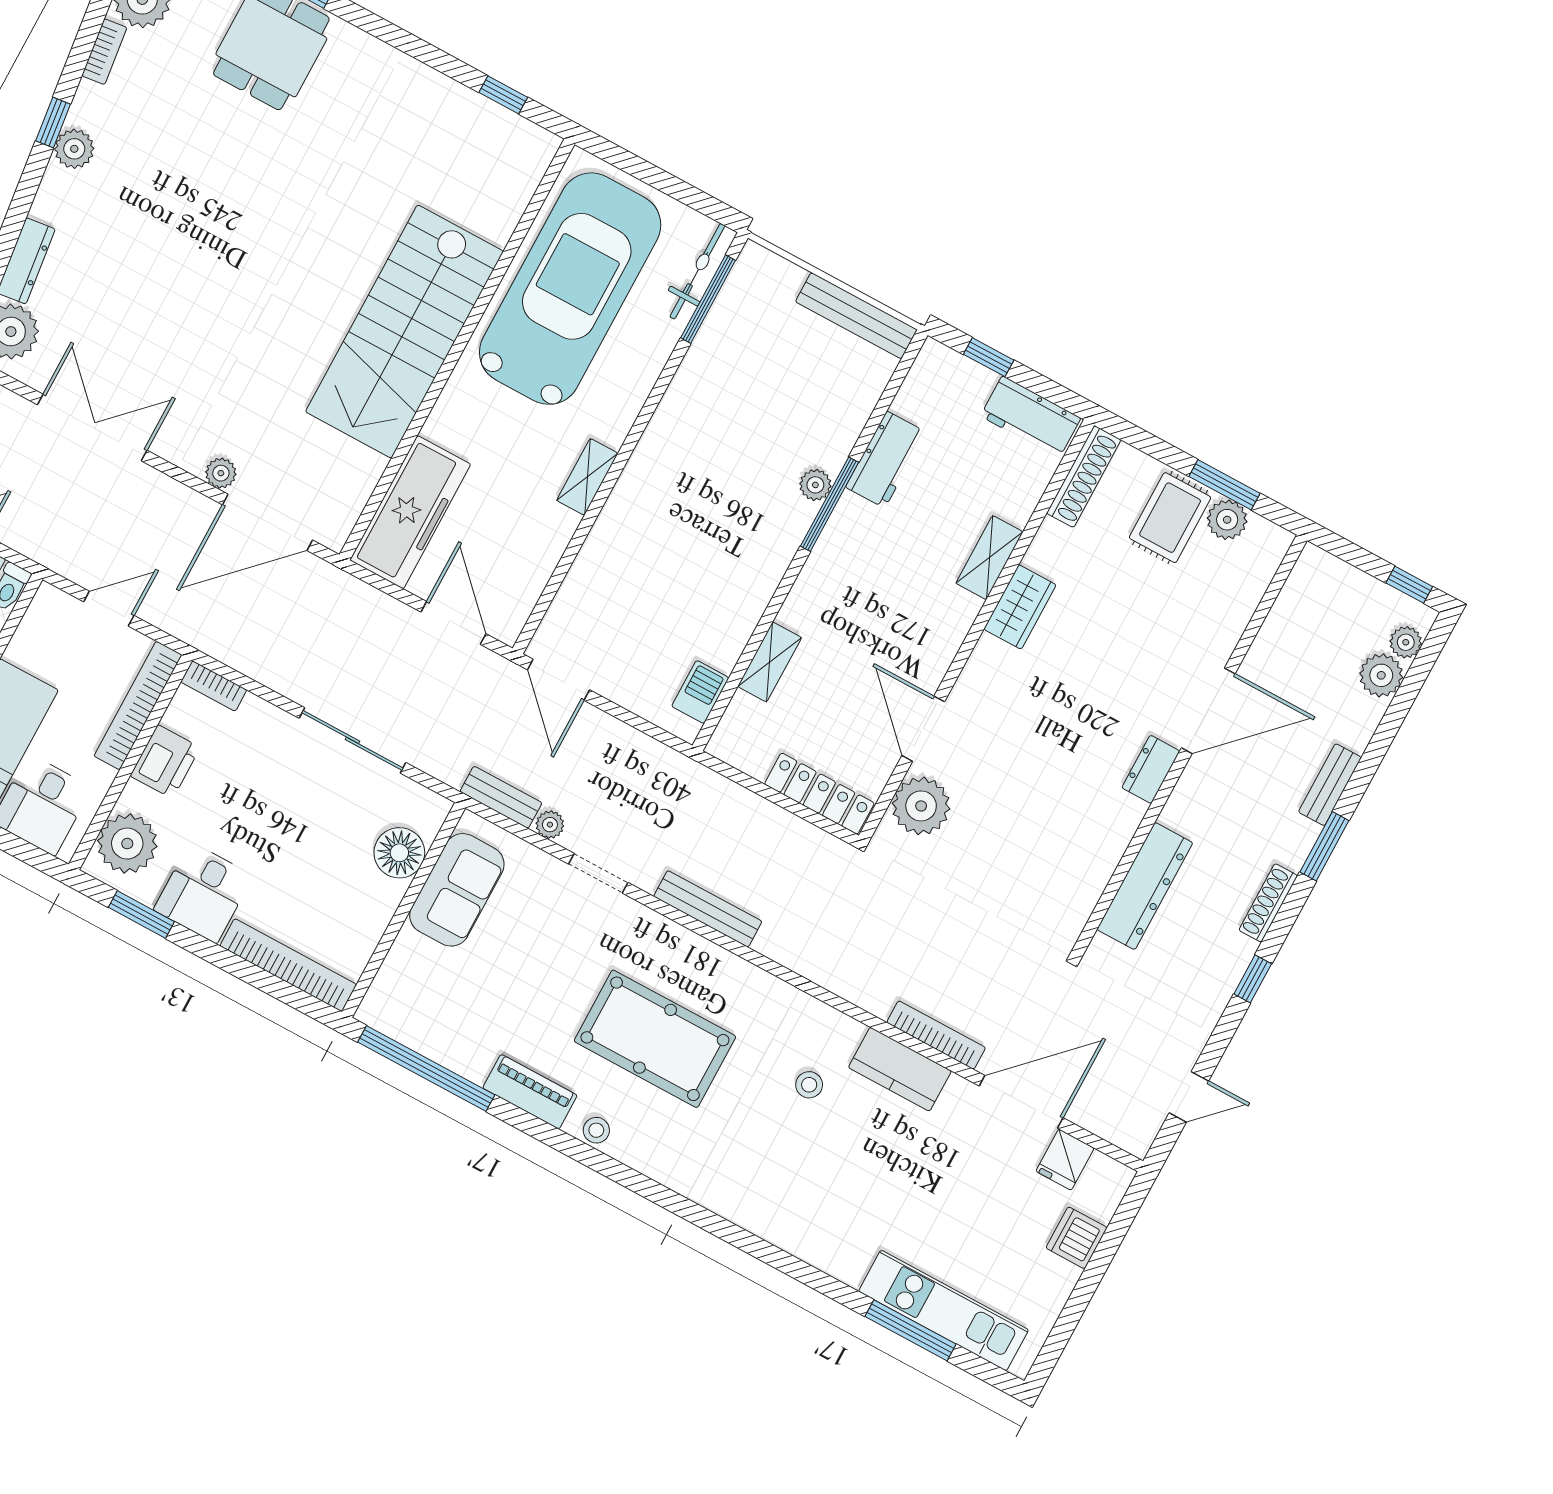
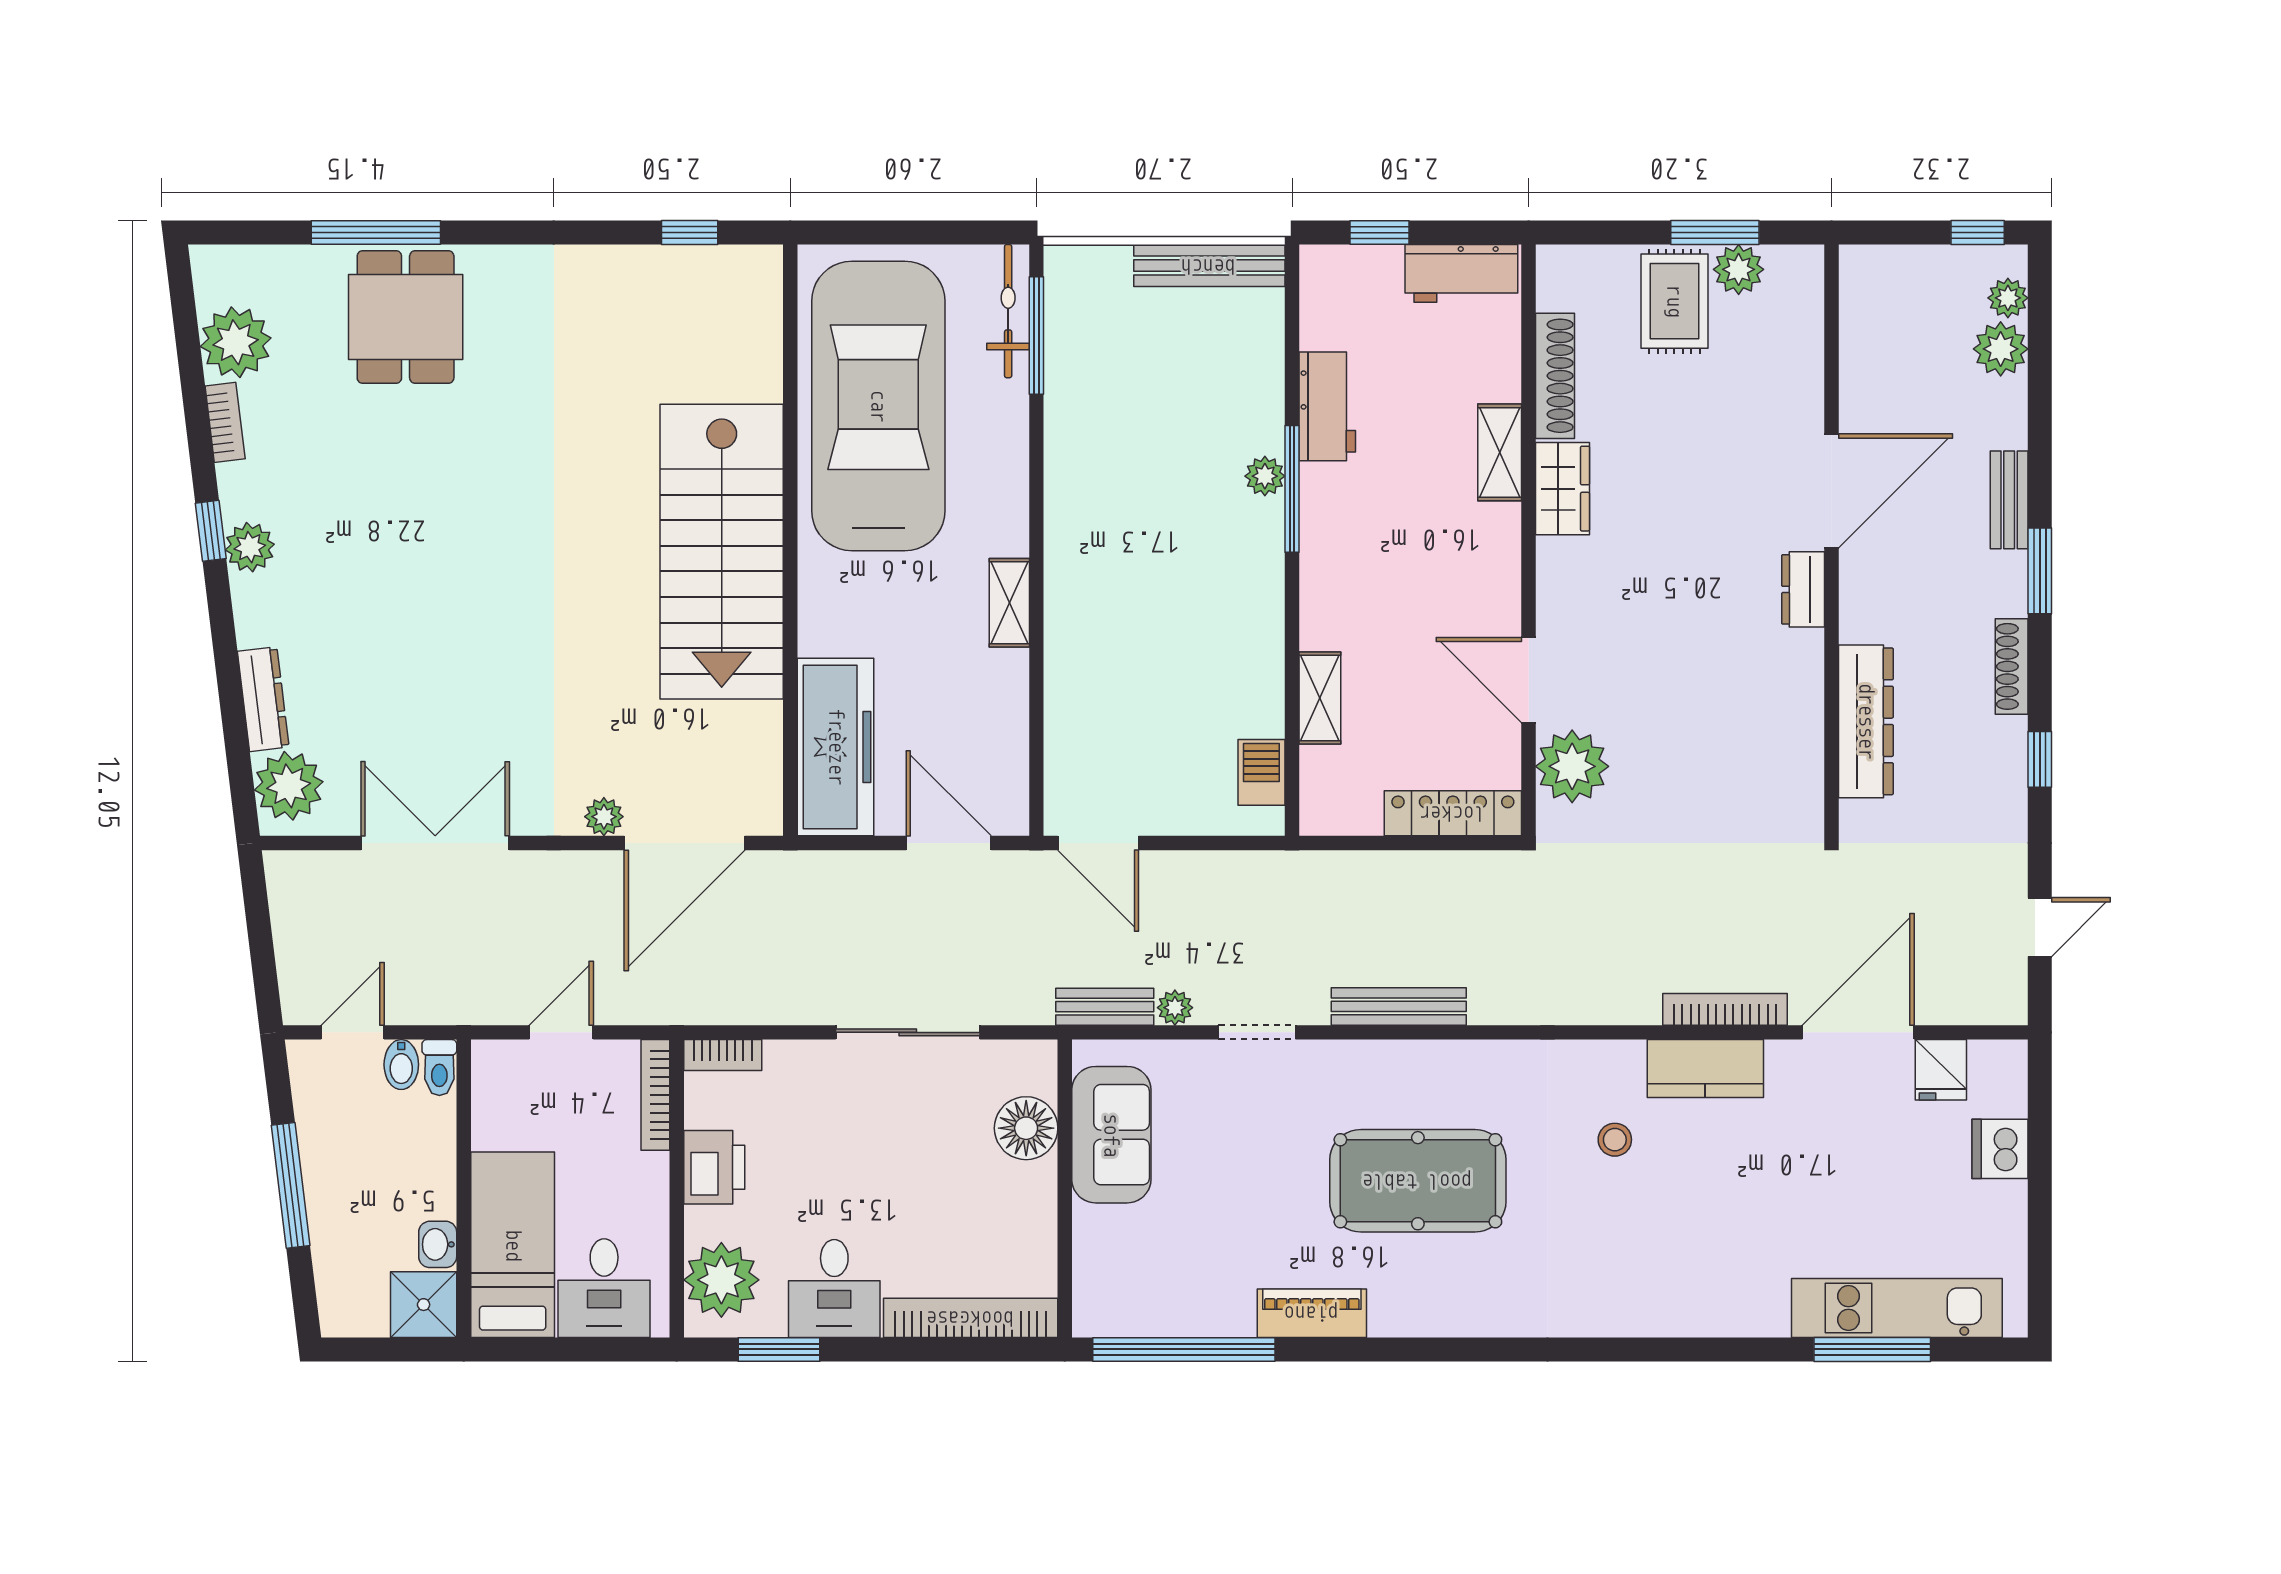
shoe rack: (1084, 476) -> (1555, 376), moved
bookcase: (138, 705) -> (655, 1095), width x0.68, depth x0.76
stool: (596, 1130) -> (1408, 1316), removed

